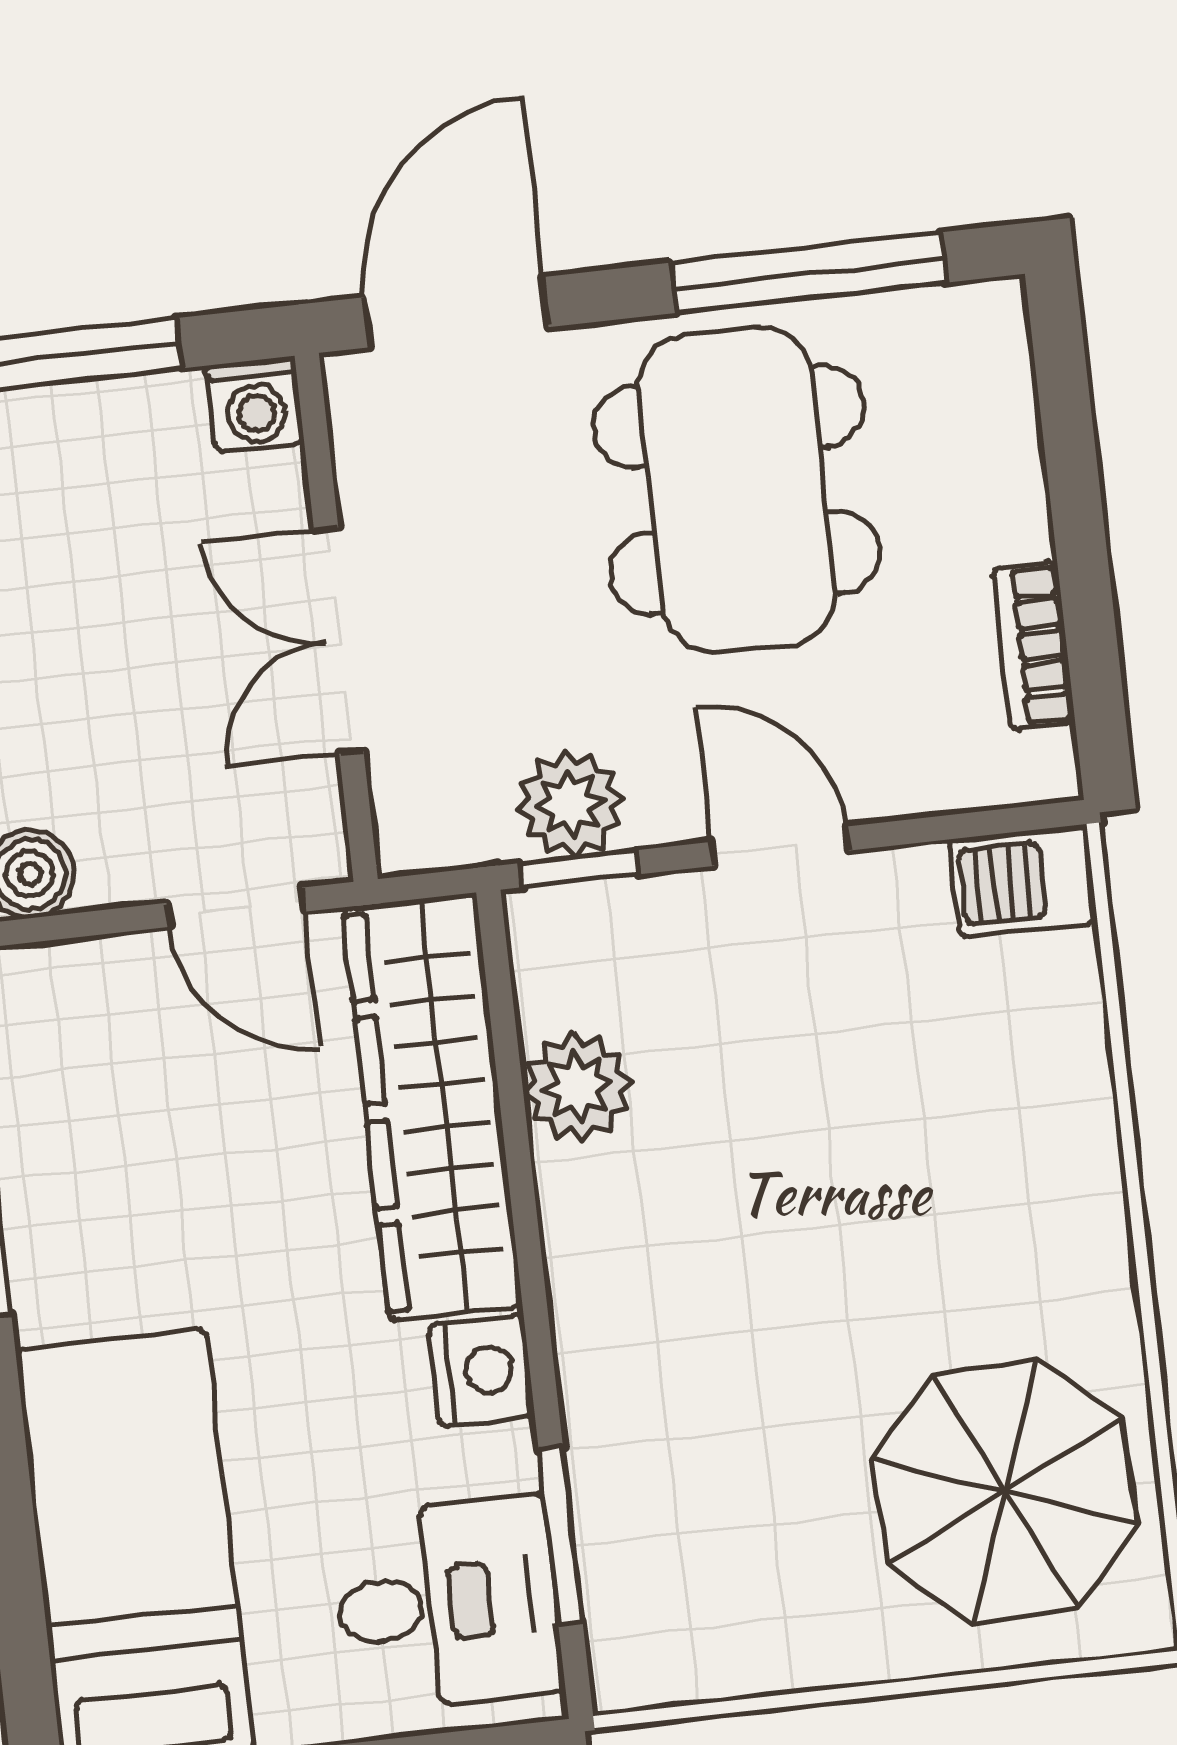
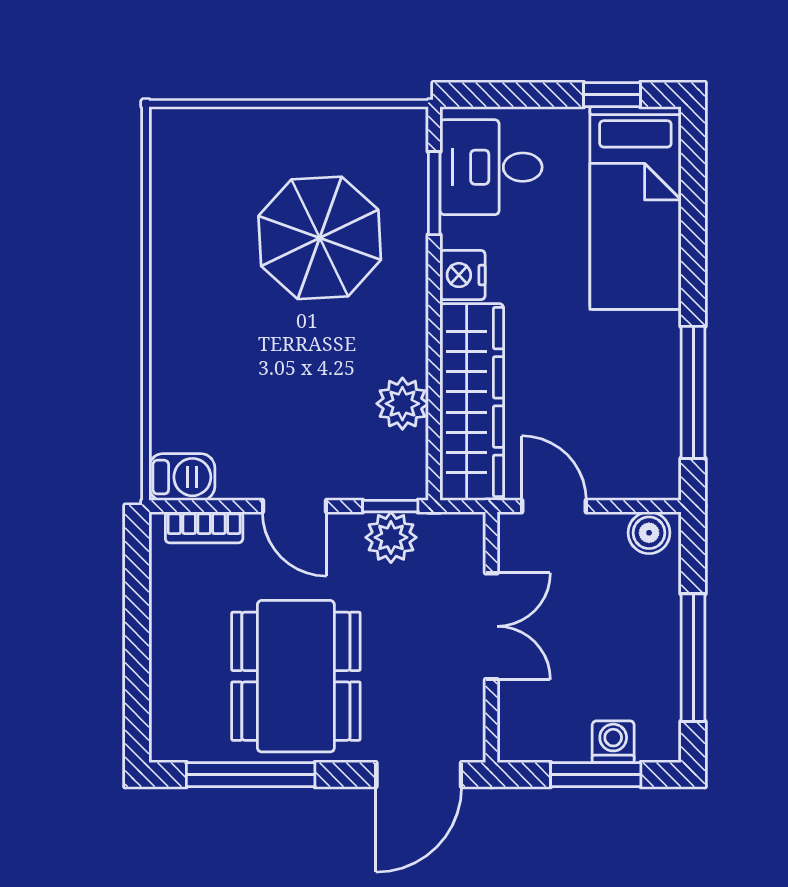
washing machine: (256, 405) -> (613, 742), moved
bookcase: (1034, 645) -> (204, 527), moved, turned 90
parasol: (1004, 1491) -> (320, 238), moved

